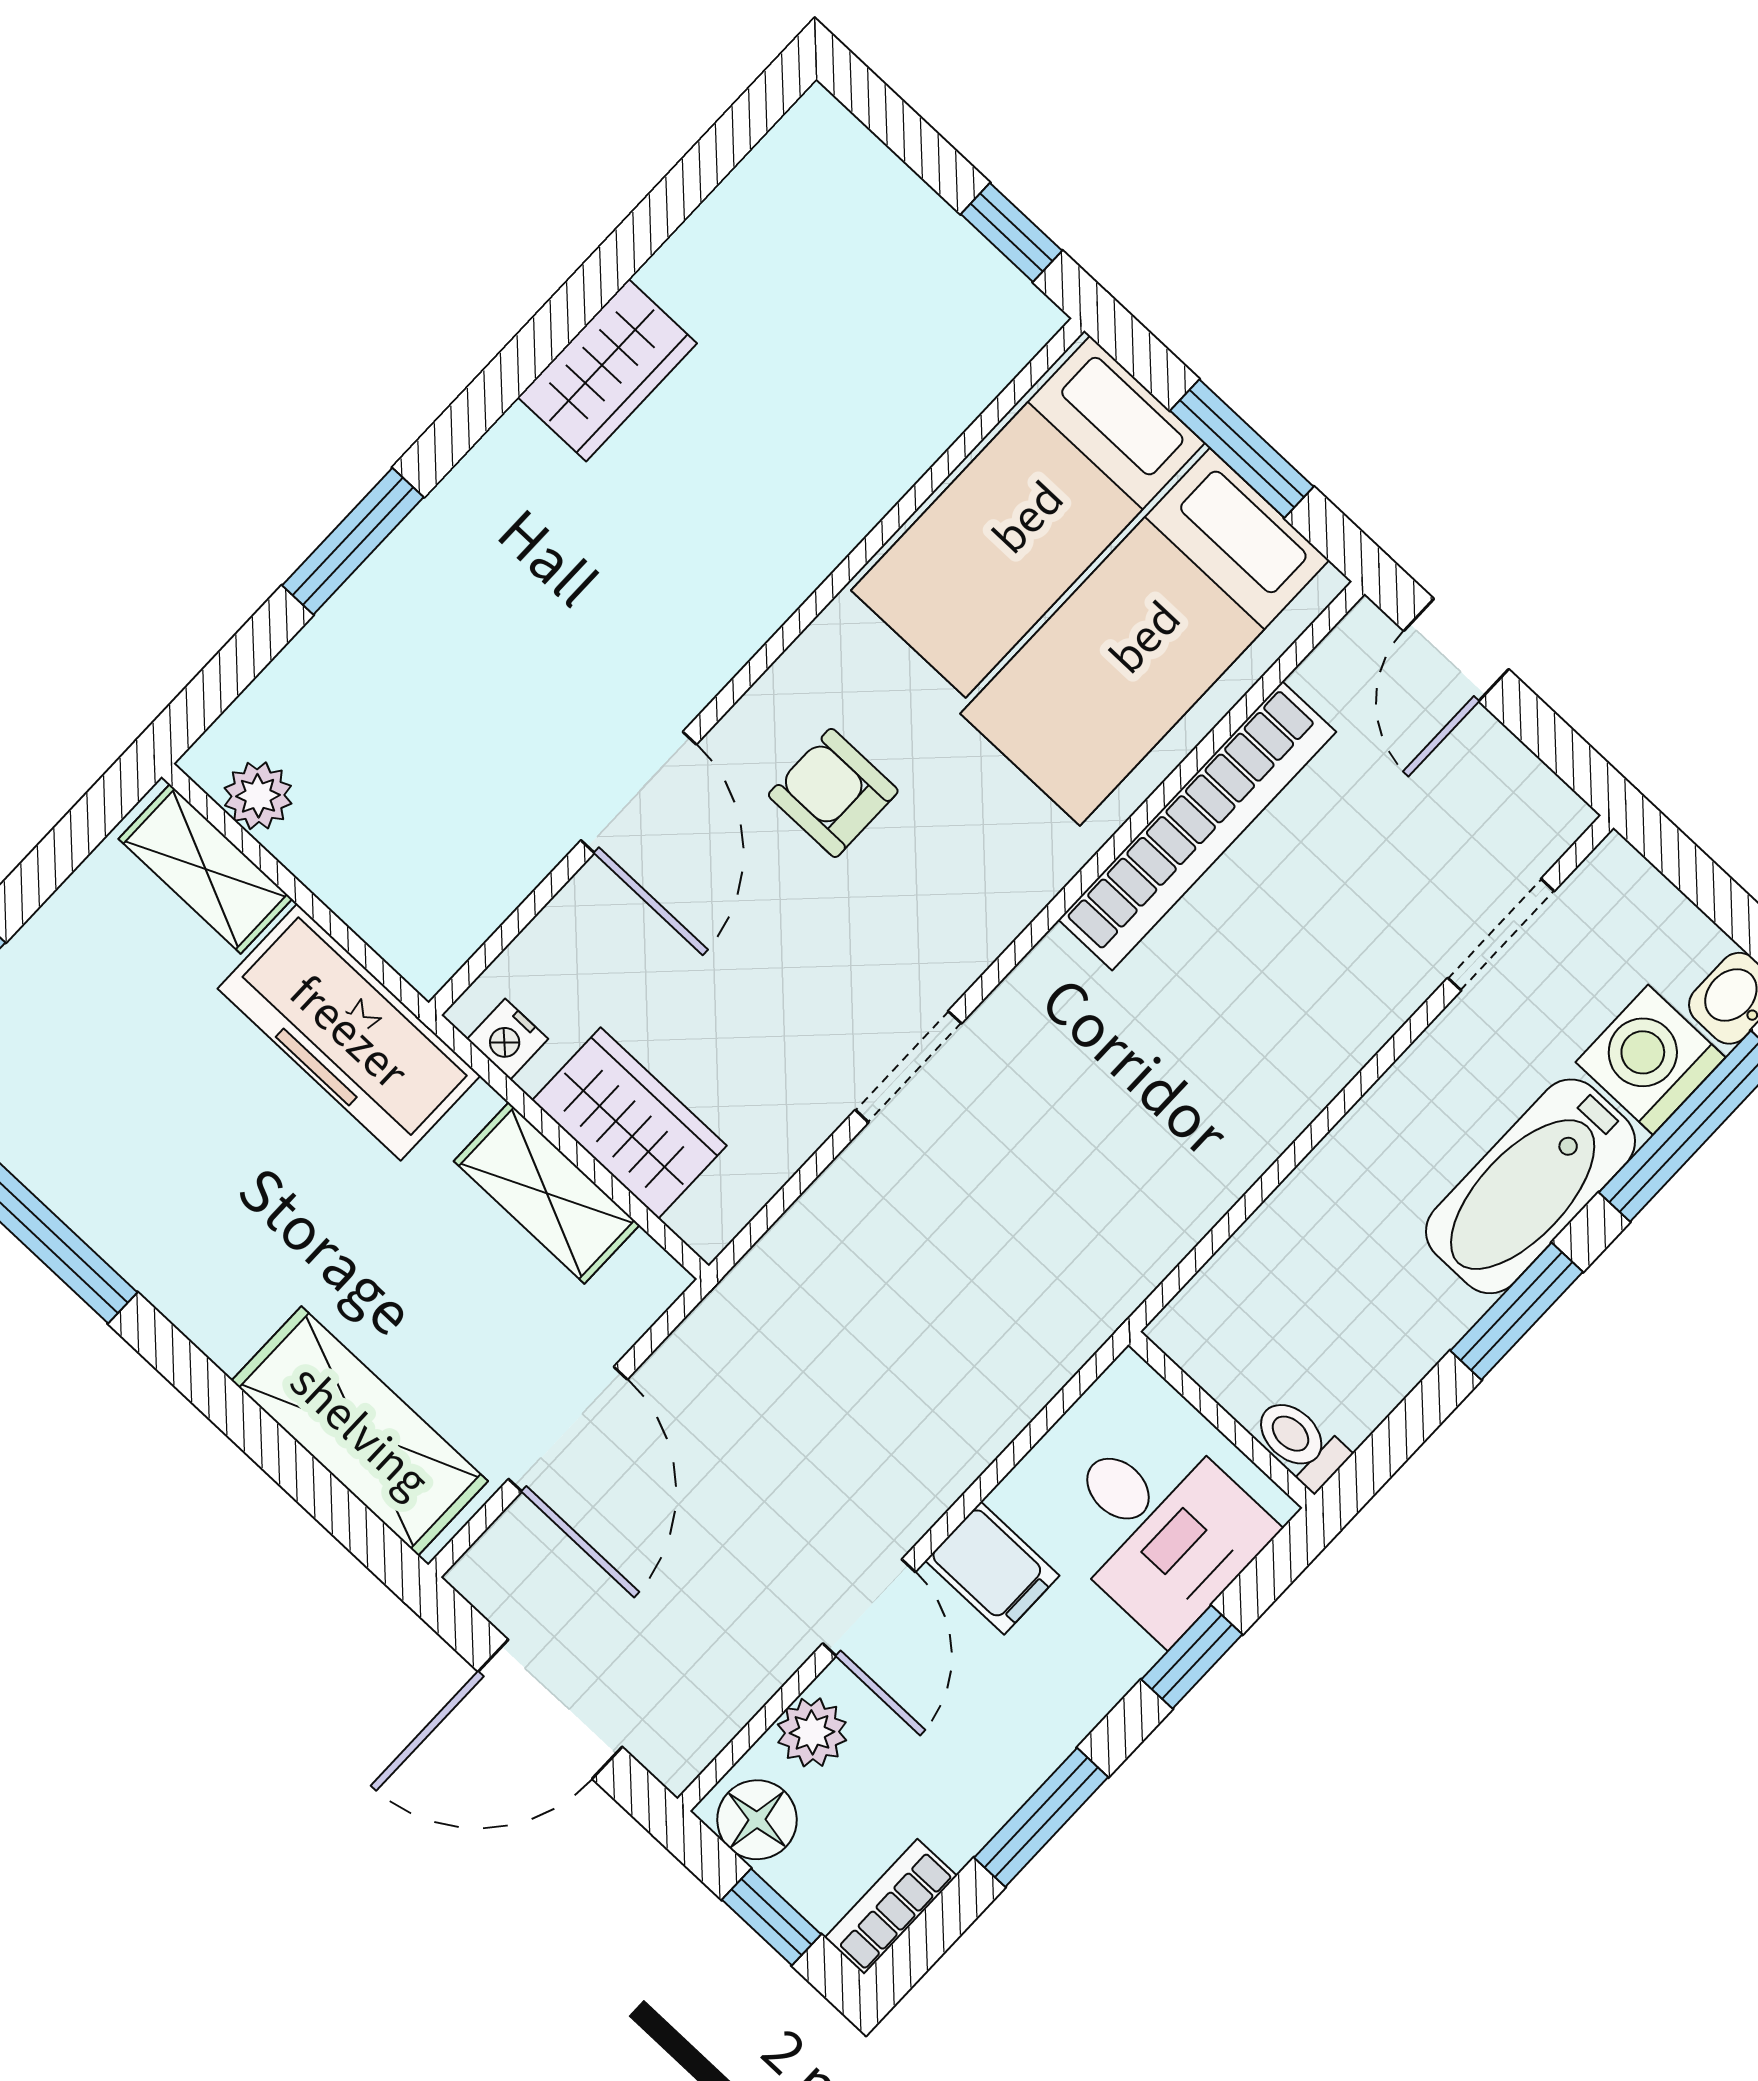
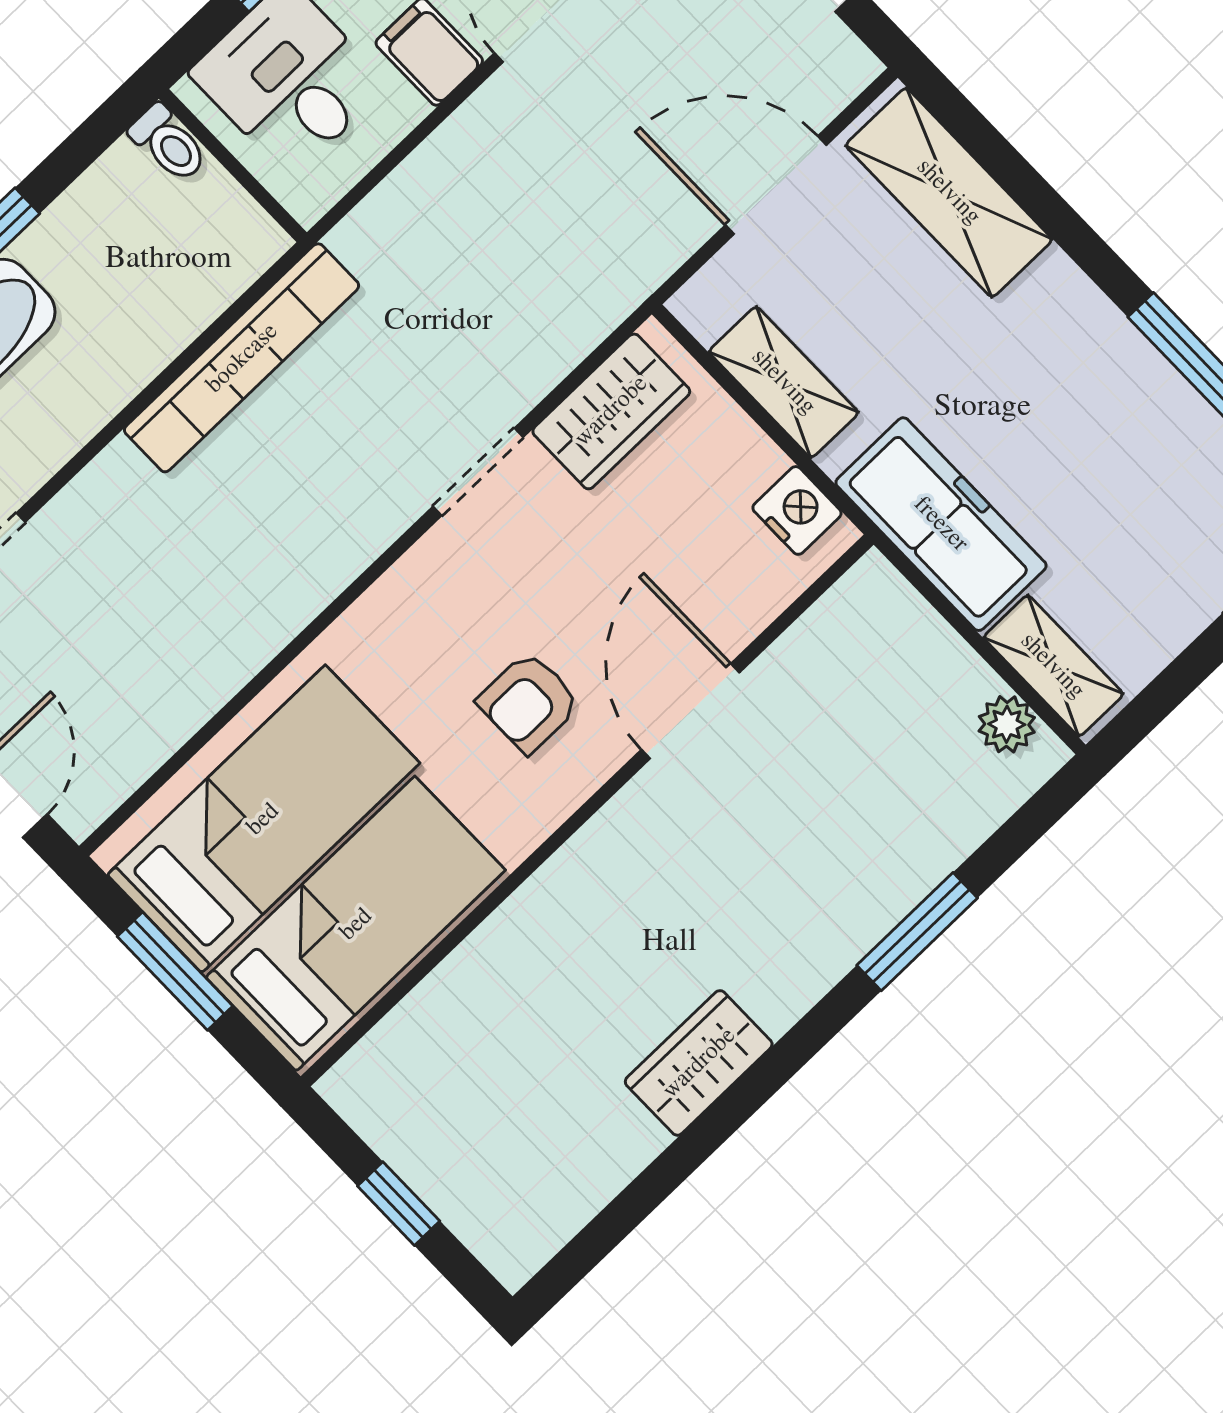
window: (1011, 232) -> (399, 1204), moved
armchair: (833, 793) -> (529, 702), turned 90
bookcase: (1197, 826) -> (242, 358), moved, turned 180
nightstand: (508, 1039) -> (797, 510), width x1.39, depth x1.35
wardrobe: (629, 1123) -> (611, 411), moved, turned -90
door: (568, 1429) -> (776, 185), hinge flipped

